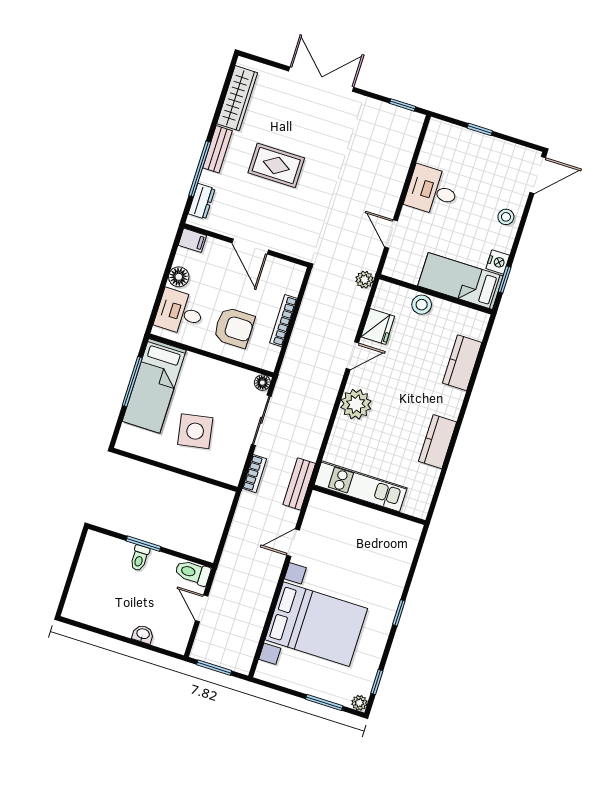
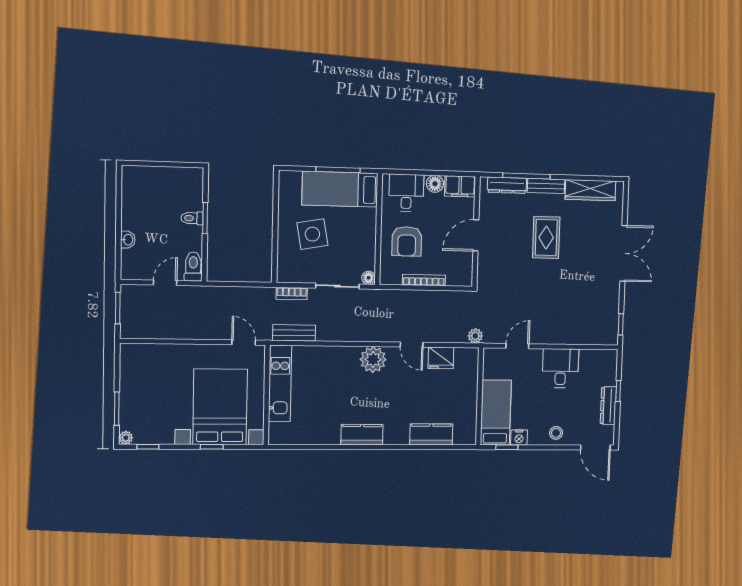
dresser: (493, 146) -> (608, 406), added
dresser: (202, 201) -> (507, 185), width x1.44
filing cabinet: (192, 240) -> (460, 186), width x2.00
stool: (422, 305) -> (468, 388), removed
kitchen unit: (361, 486) -> (280, 383), moved
wall: (369, 505) -> (267, 395), moved
bed with nightstands: (316, 624) -> (220, 407), moved, turned 180

